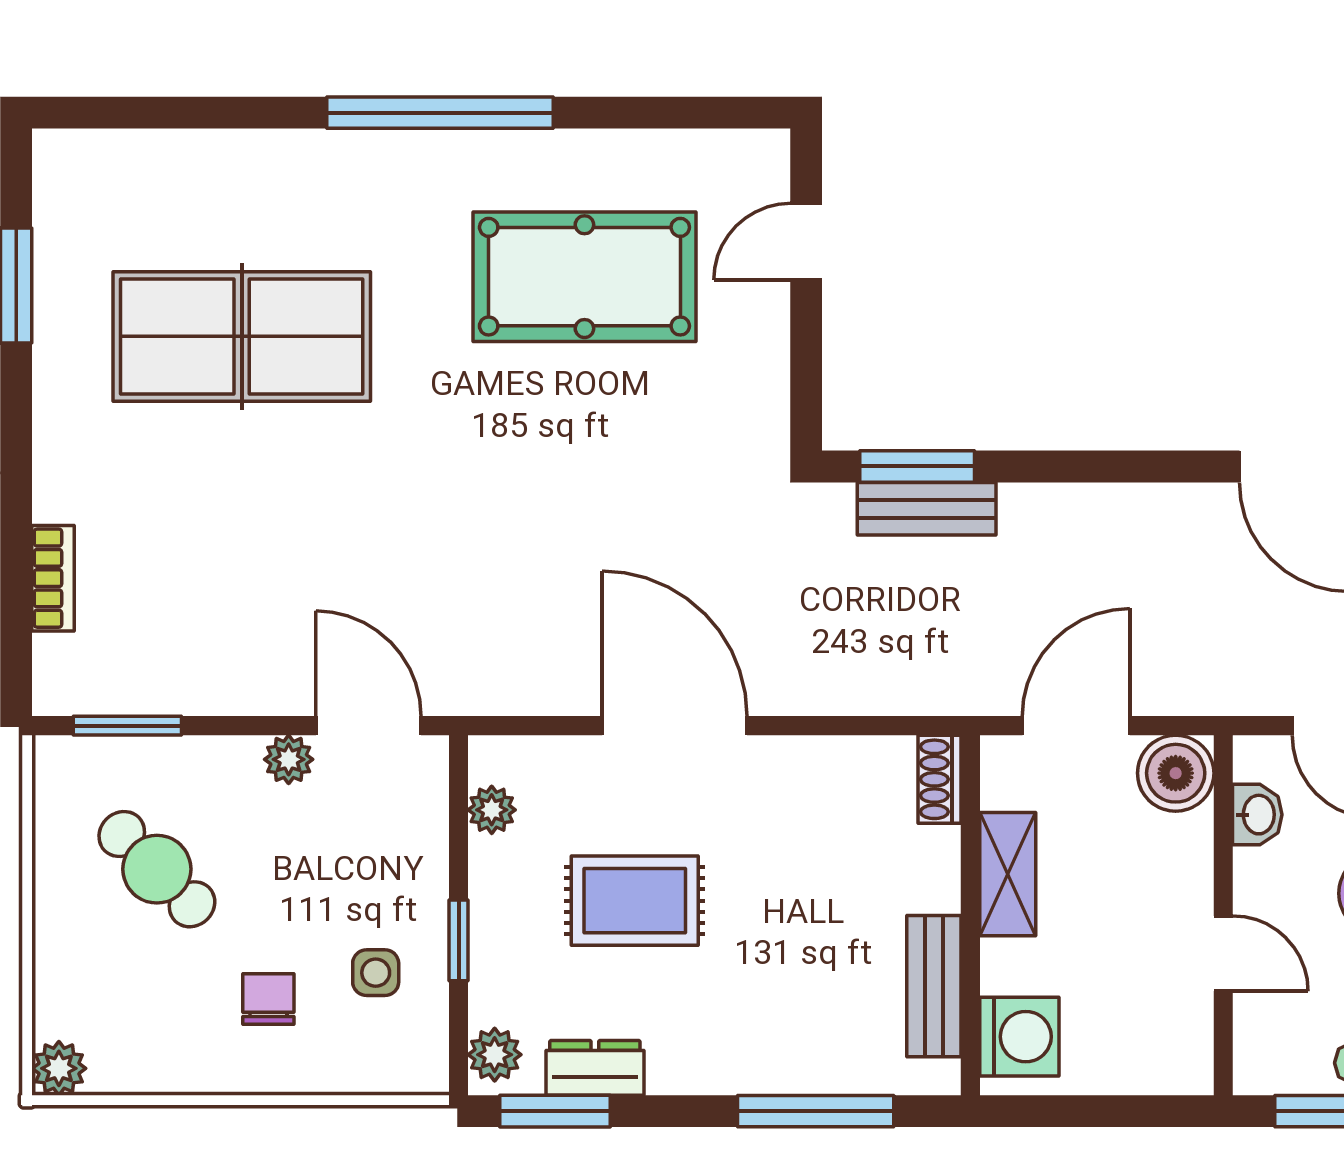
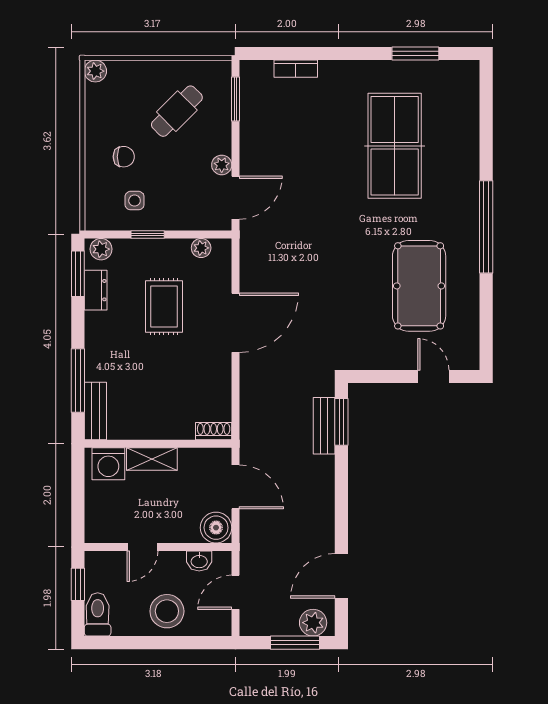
shelving: (1008, 874) -> (152, 459), moved
bench: (934, 986) -> (95, 411), moved, turned 90

